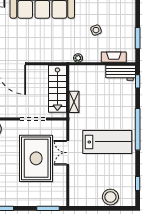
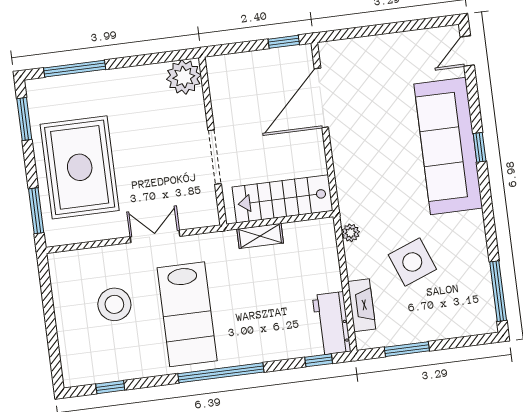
side table: (96, 30) -> (412, 262), width x1.87, depth x1.87
rug: (36, 158) -> (80, 167), moved, turned 90
stool: (110, 197) -> (114, 304), moved

